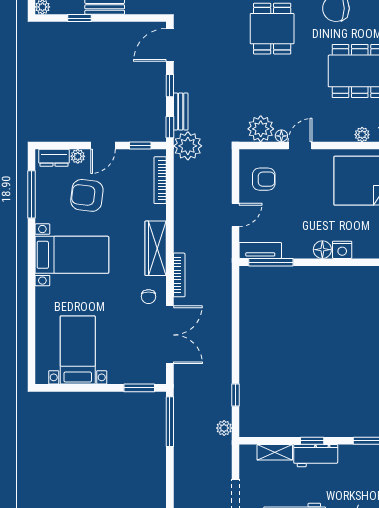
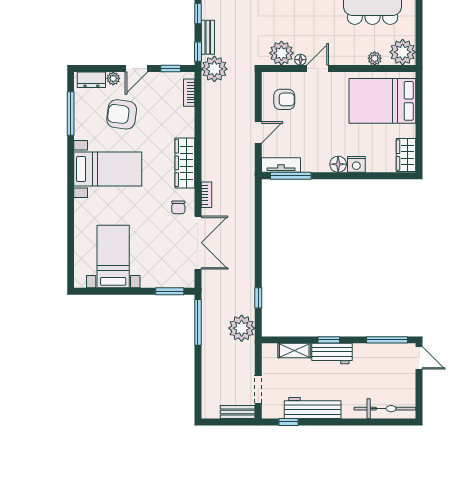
bookcase: (160, 180) -> (189, 93), width x0.64
bookcase: (179, 275) -> (206, 195), width x0.64
plant: (224, 428) -> (242, 328), width x1.88, depth x1.88

